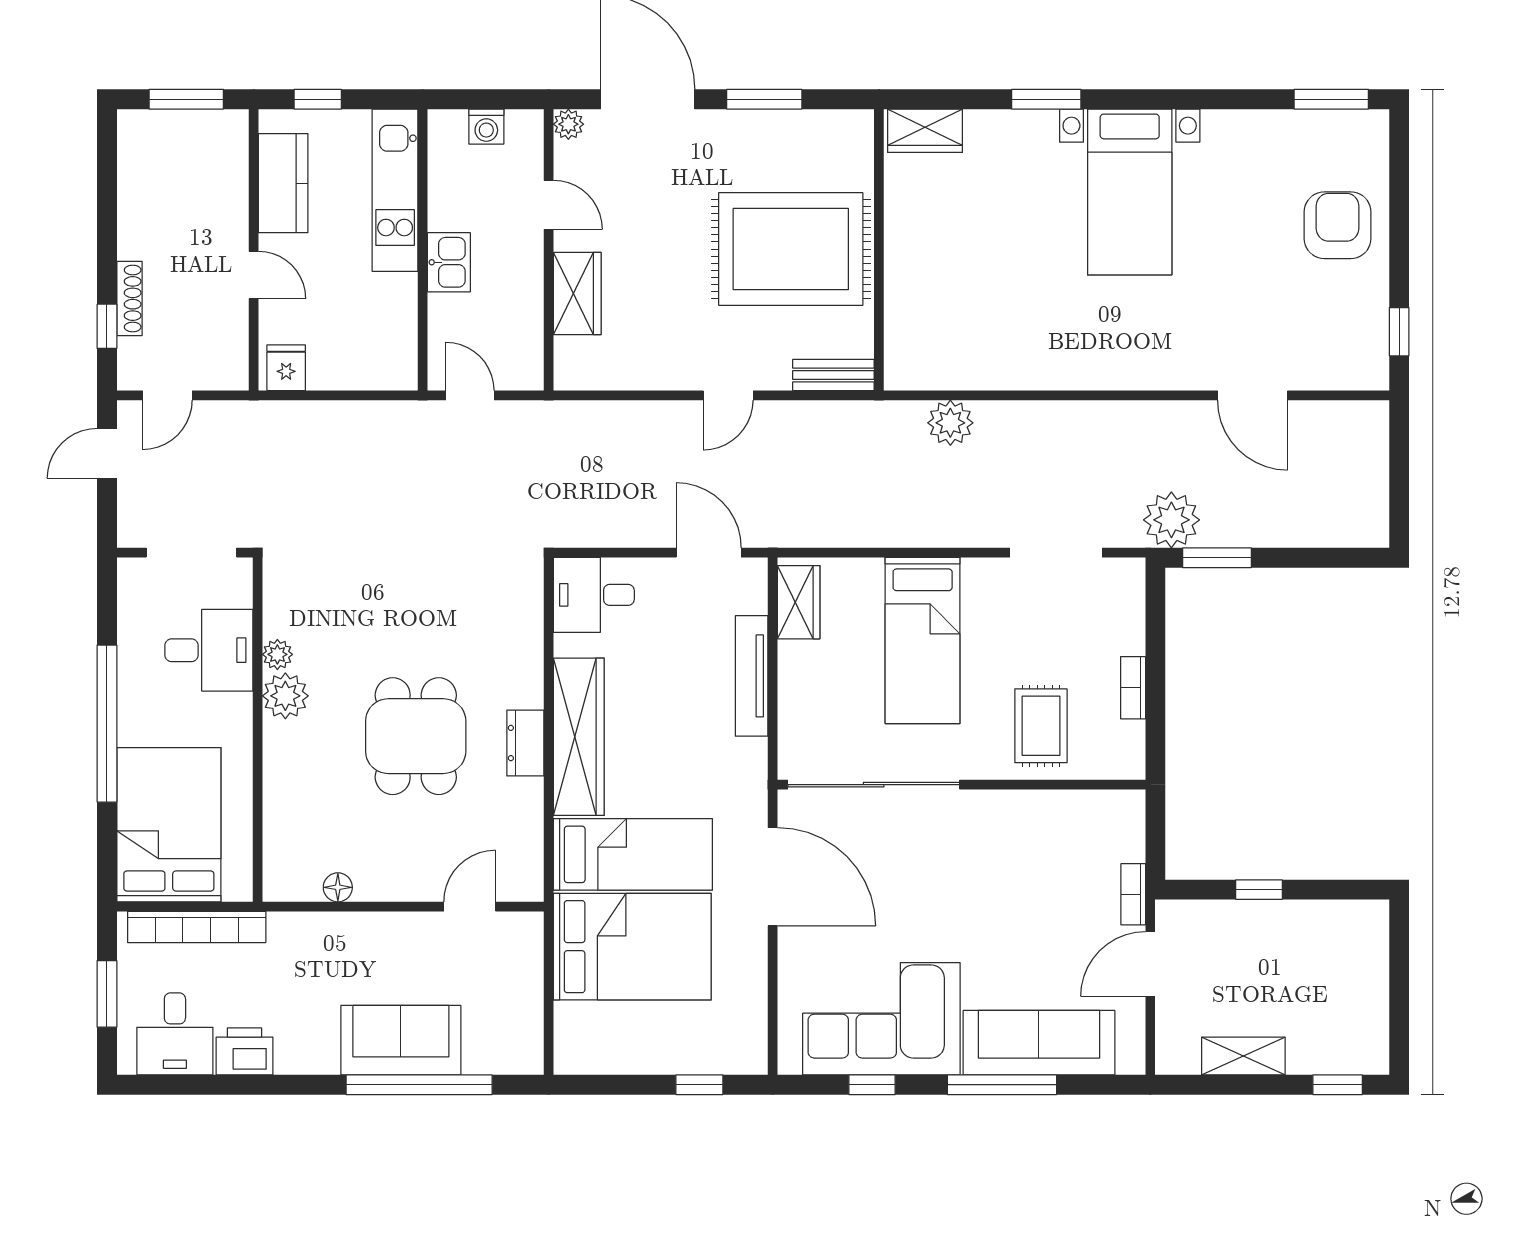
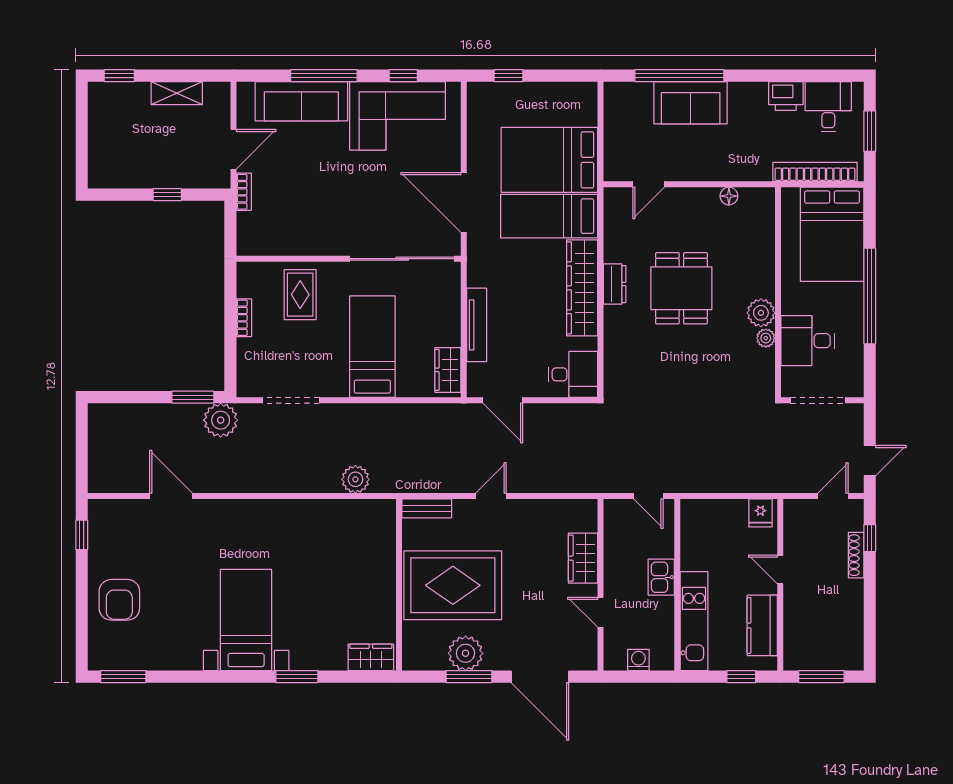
plant: (568, 124) -> (466, 653), moved, width x1.88, depth x1.88

